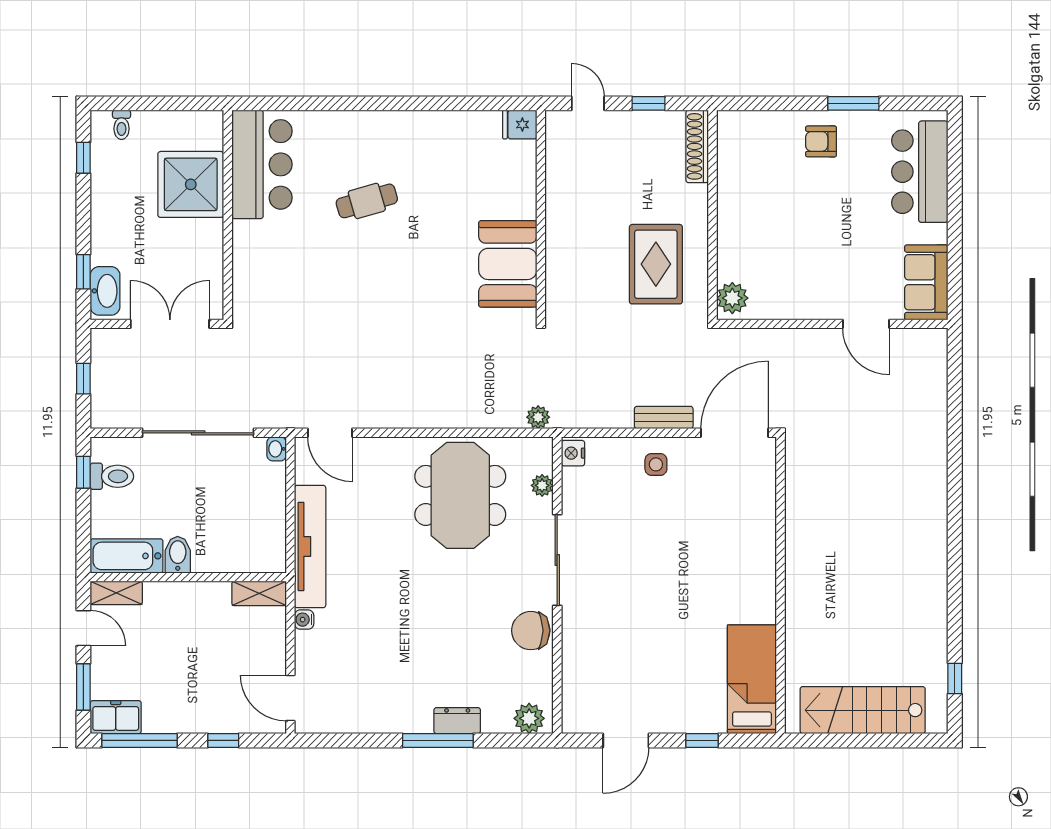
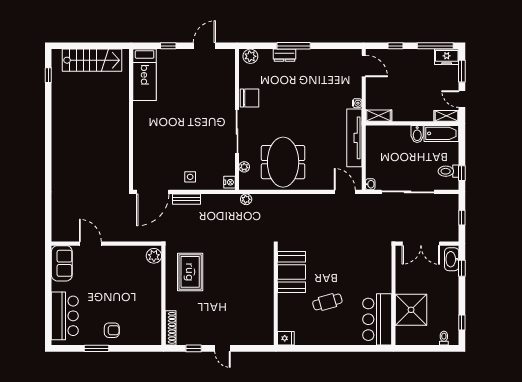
fridge: (520, 125) -> (286, 338), moved
wall: (541, 215) -> (276, 295), moved
booth: (508, 264) -> (292, 272), moved

